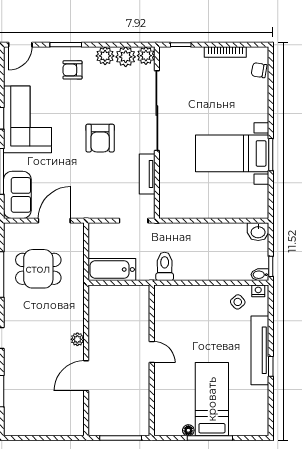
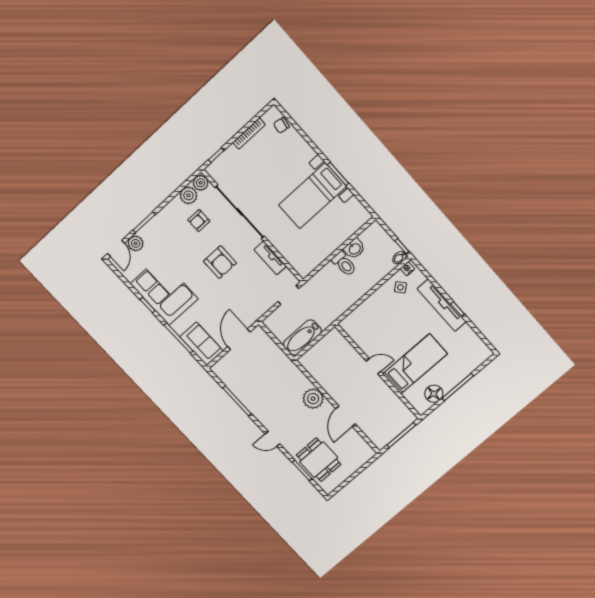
plant: (105, 56) -> (136, 243), moved
armchair: (72, 70) -> (199, 221), moved
washbasin: (258, 232) -> (354, 249), moved
toilet: (165, 266) -> (344, 264), moved, turned 180
dining table: (38, 269) -> (319, 460), moved, turned 90
plant: (77, 339) -> (313, 399), width x1.88, depth x1.88
bed: (212, 399) -> (415, 364), moved, turned 90
floor lamp: (188, 430) -> (434, 394), width x1.89, depth x1.89

